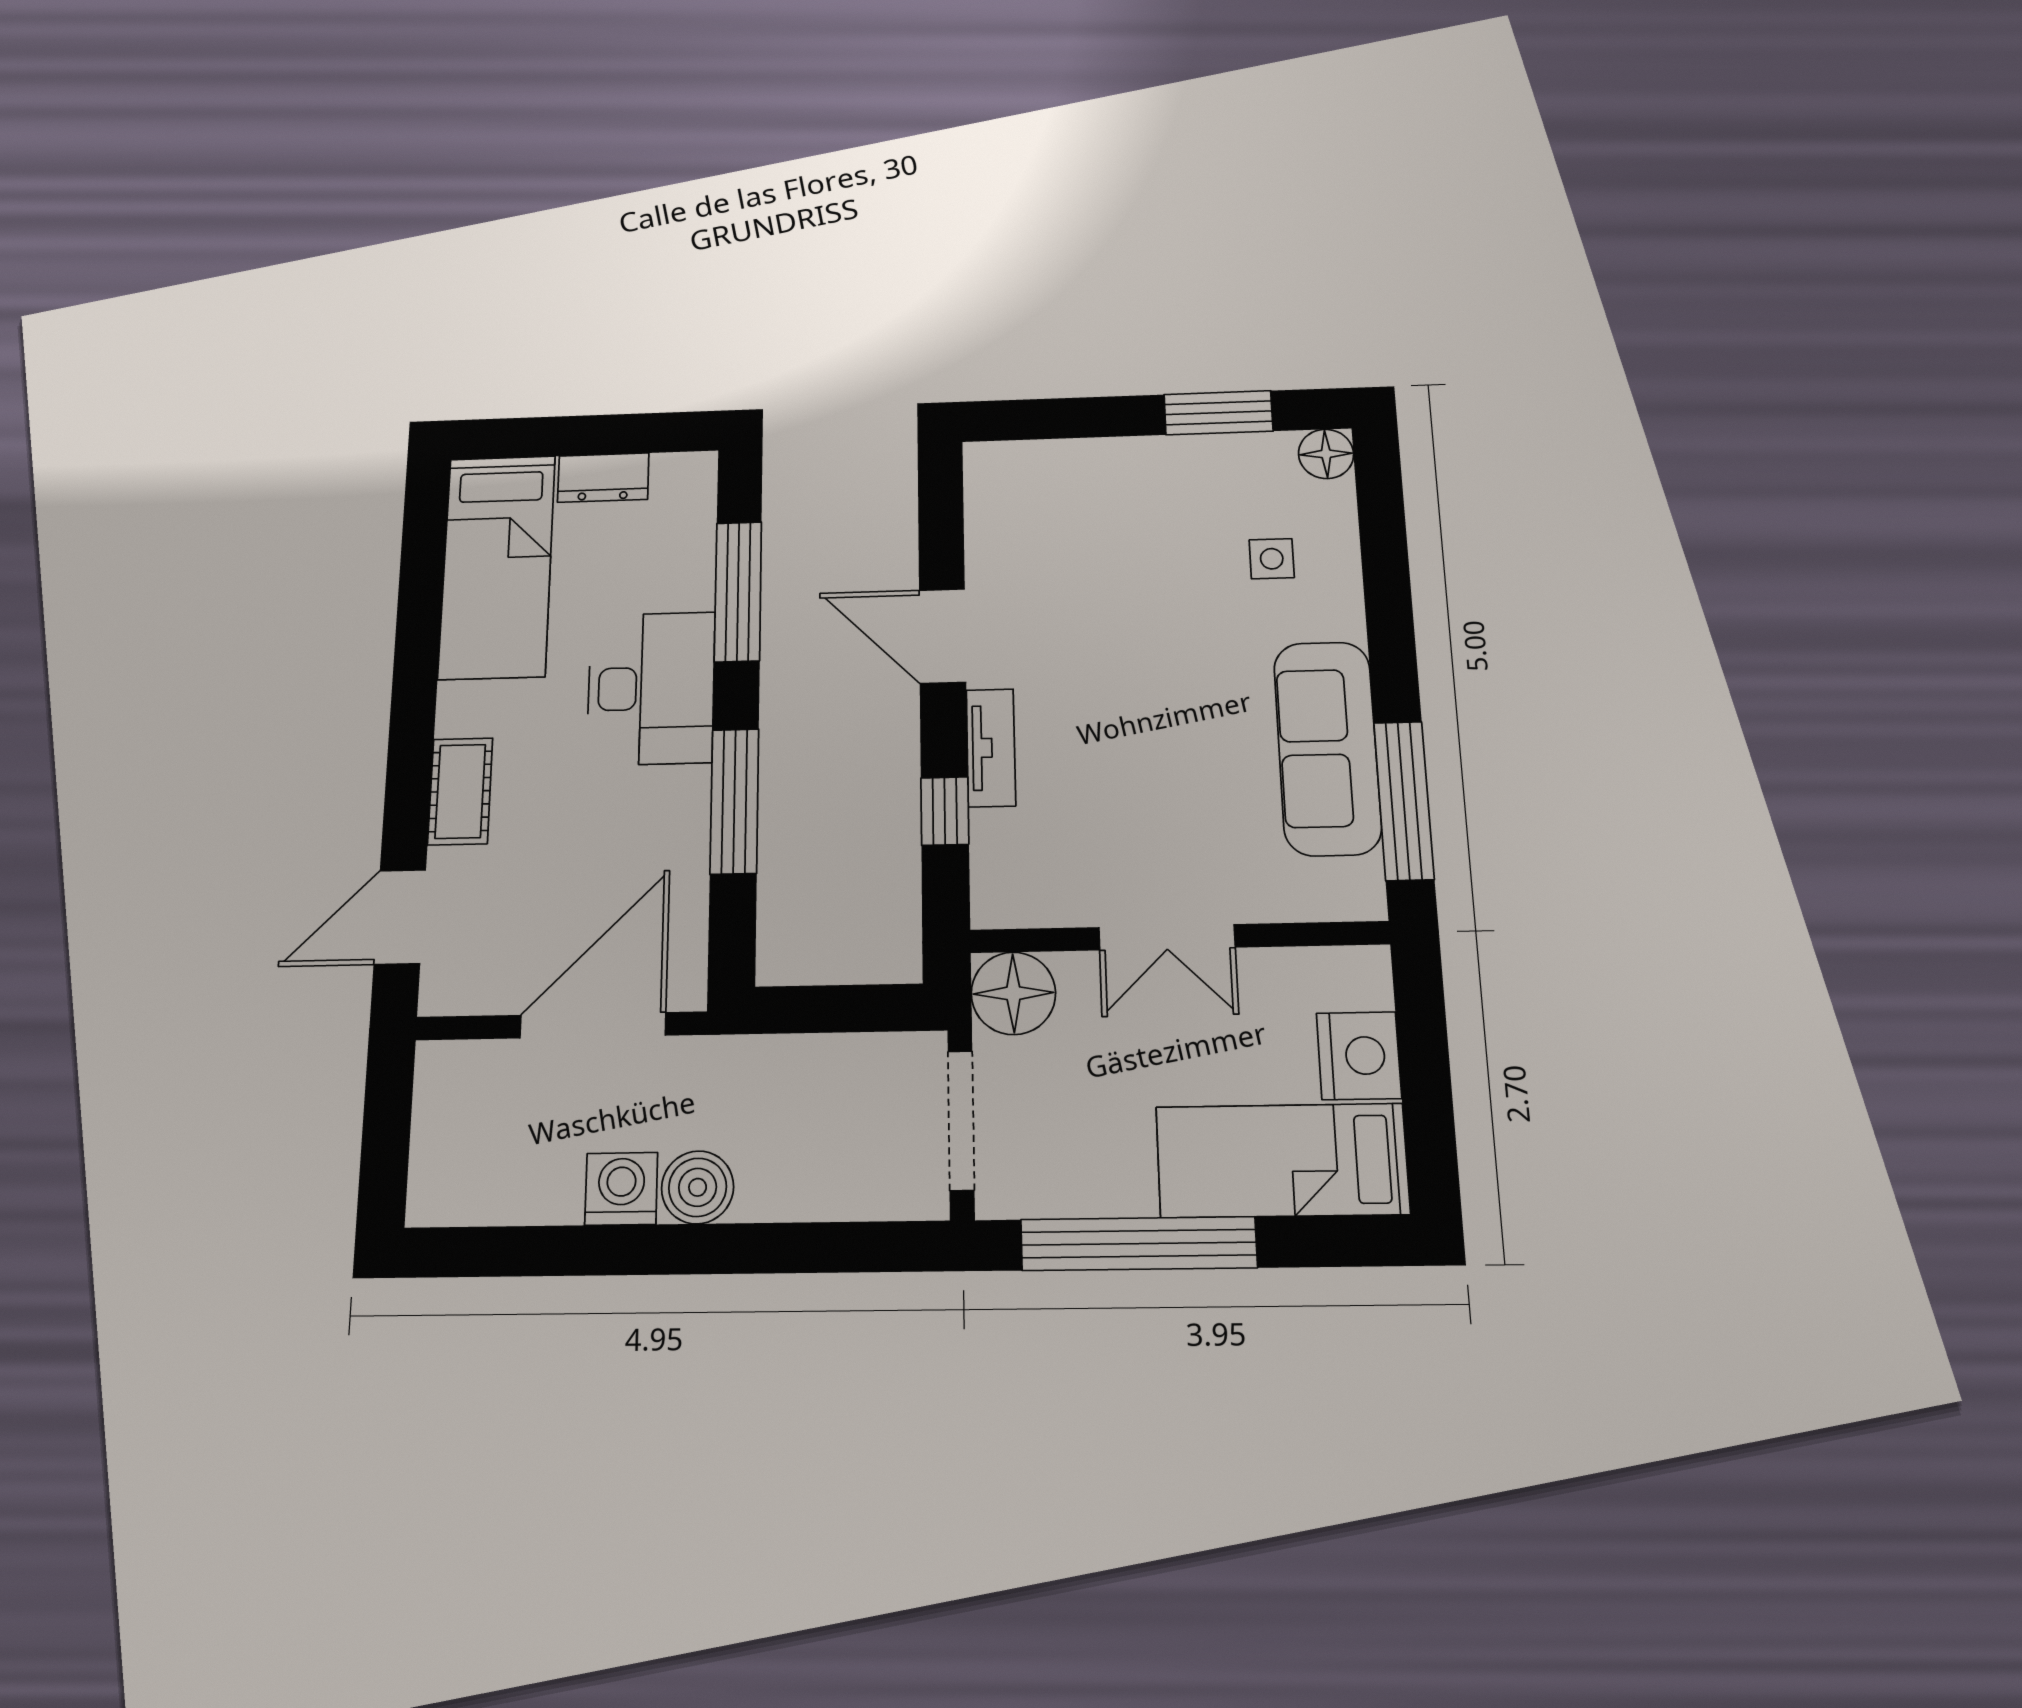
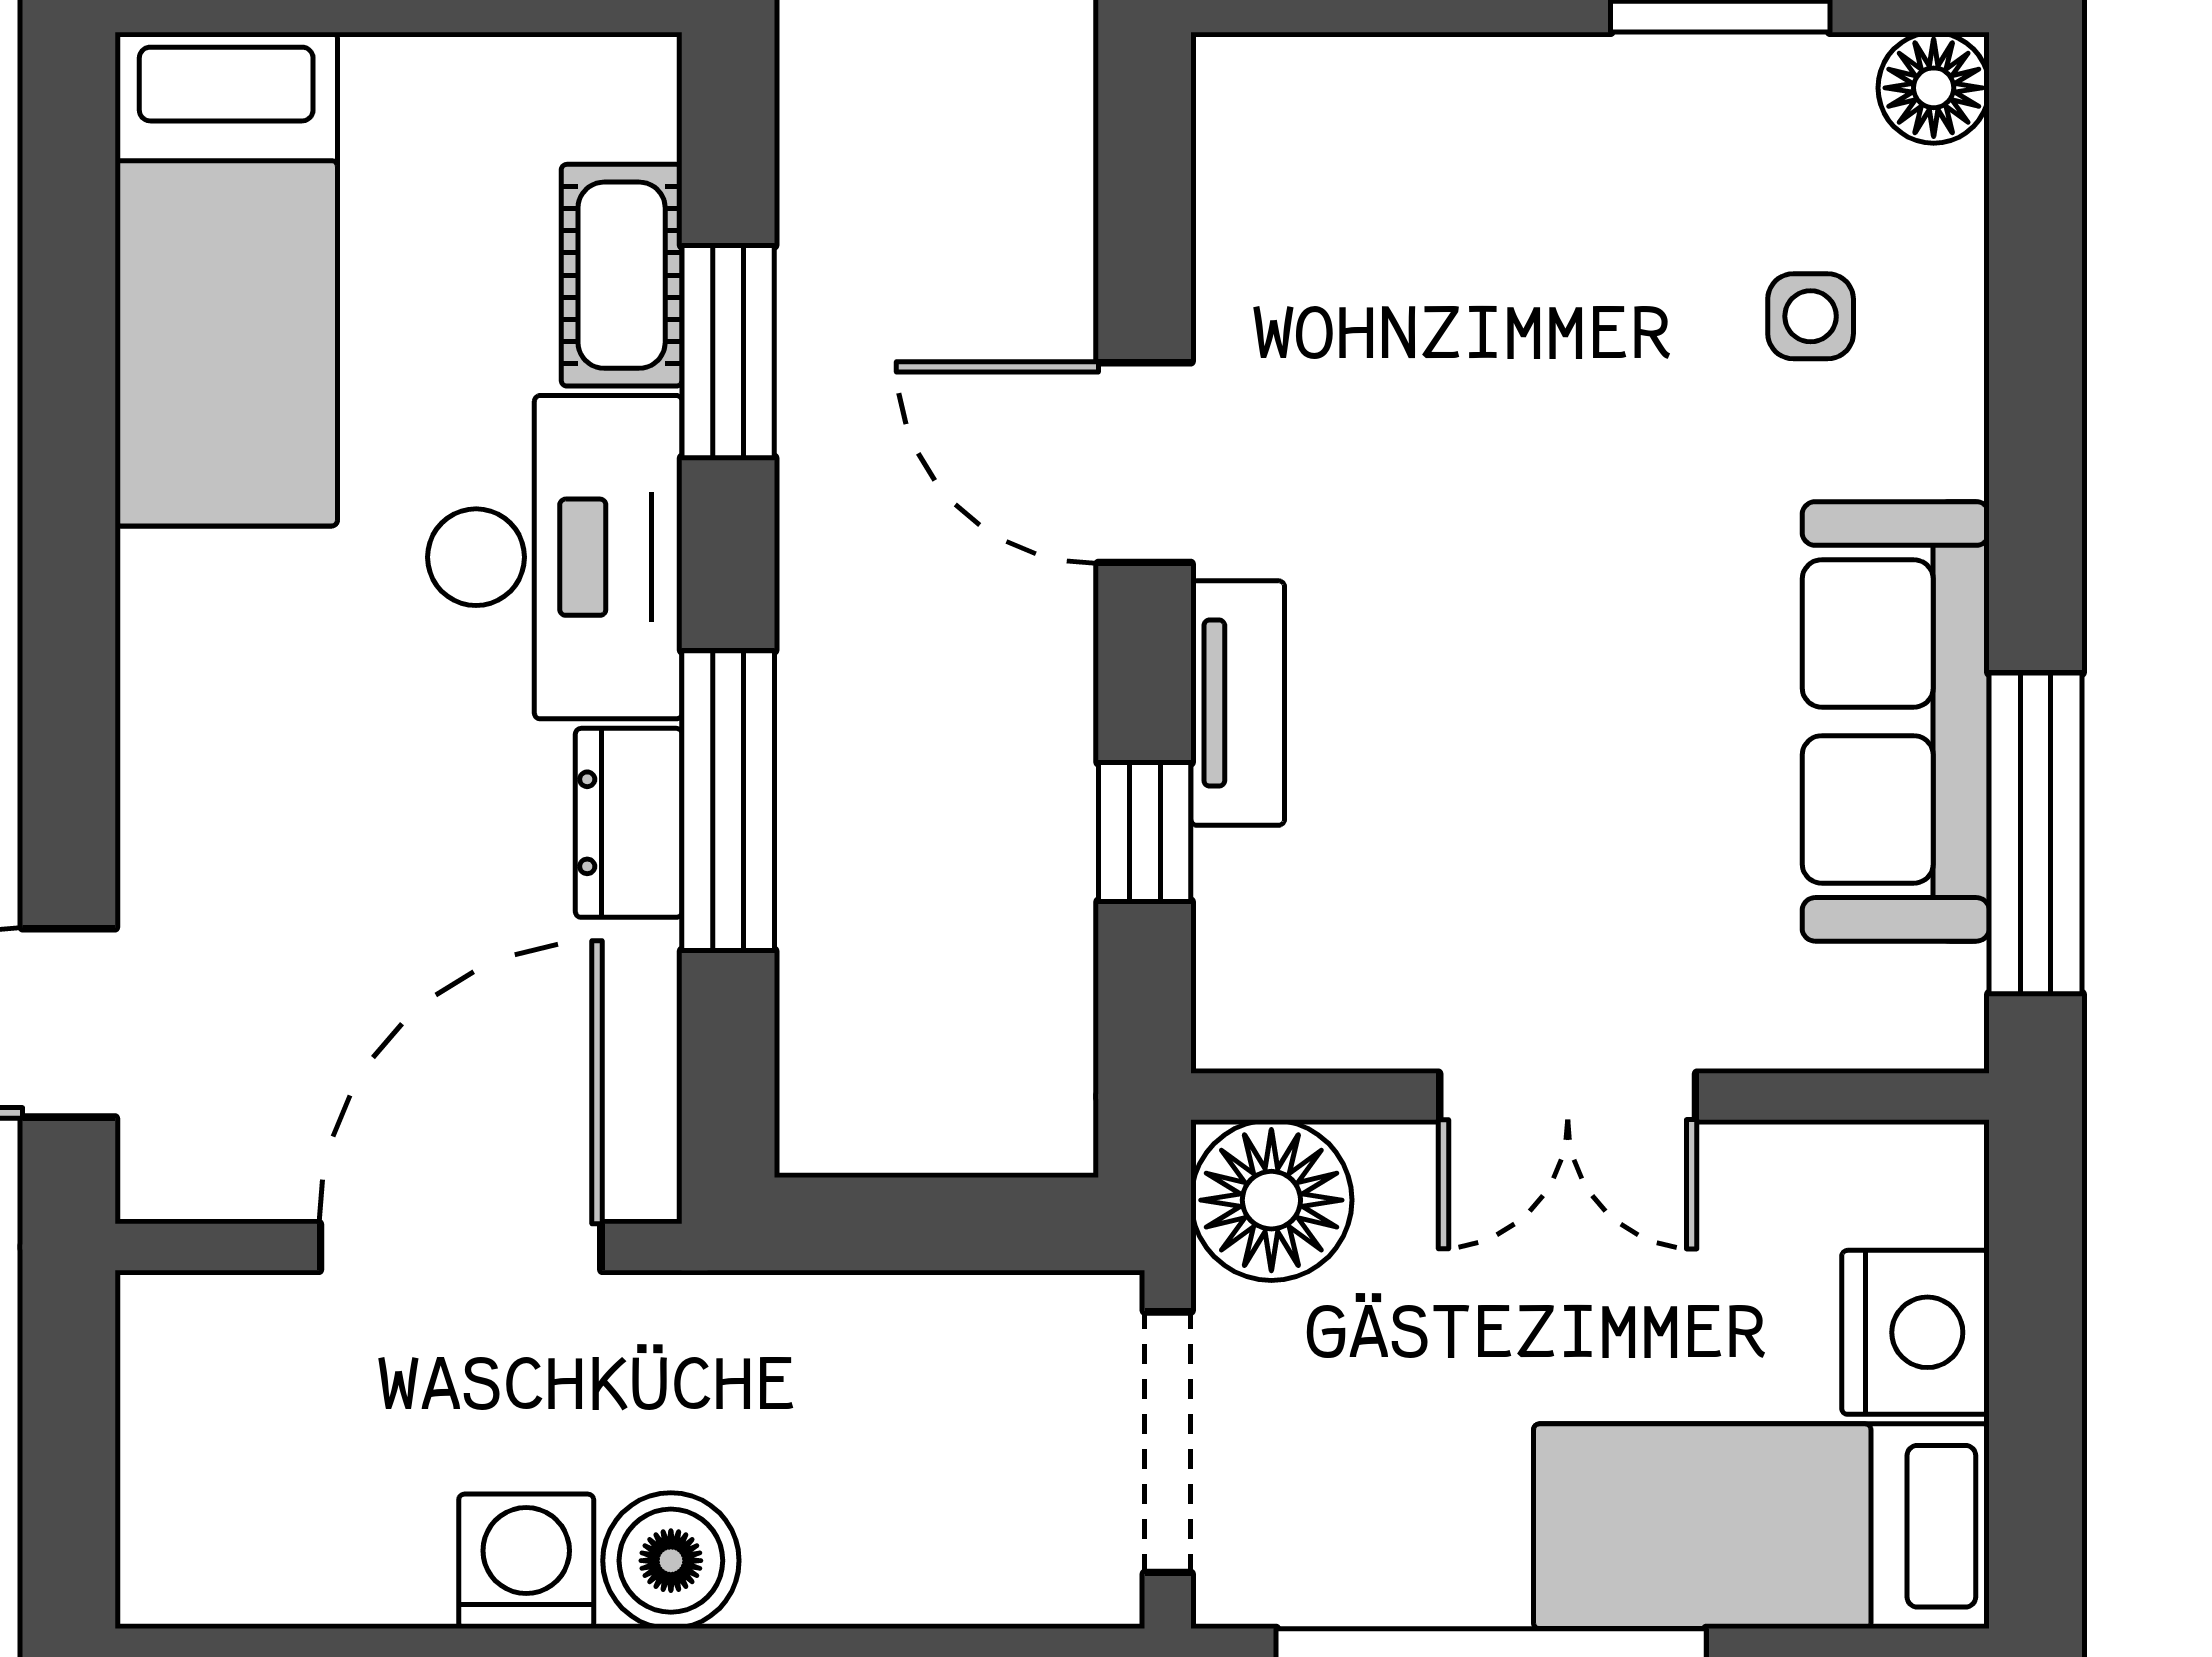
dresser: (603, 478) -> (629, 823), moved, turned 90
window: (738, 591) -> (728, 352), width x0.69
cot: (460, 791) -> (622, 275), moved

